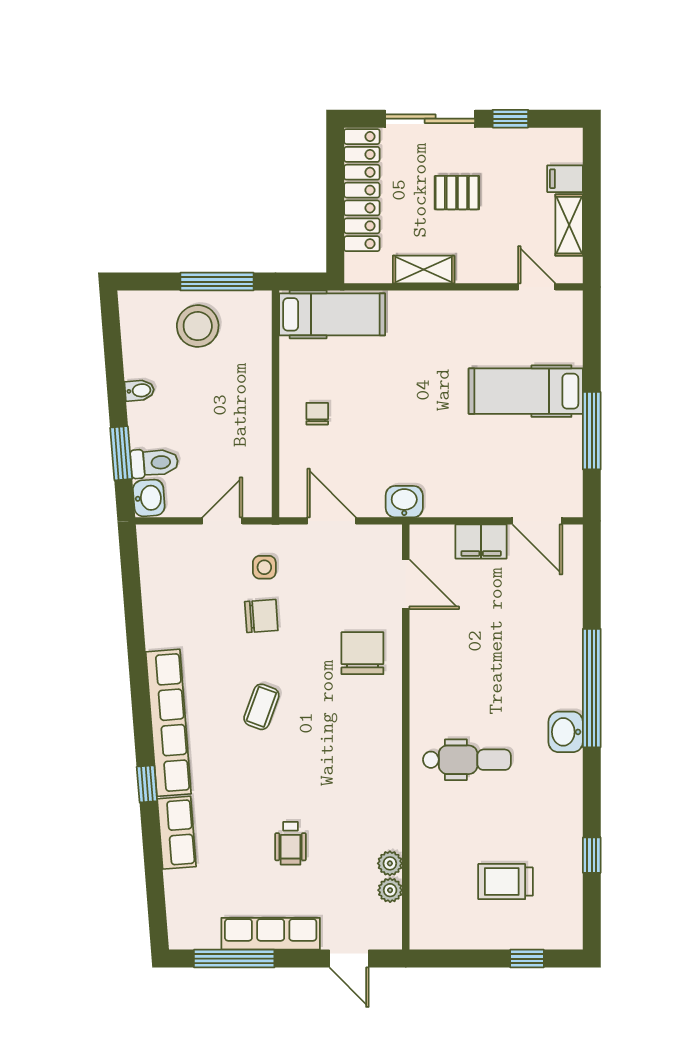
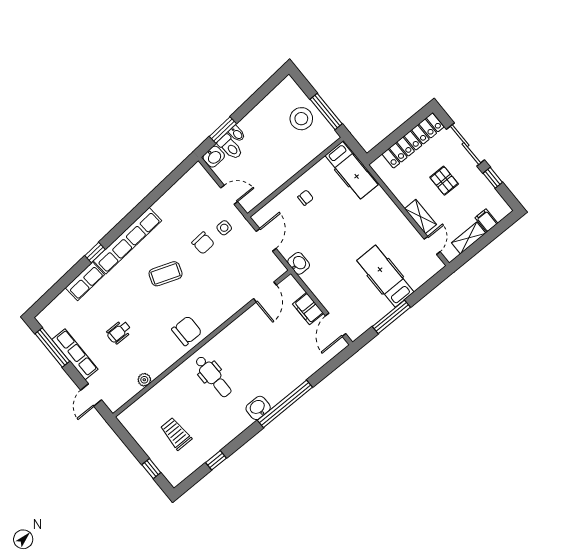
shelving: (424, 270) -> (420, 217), moved
bidet: (140, 390) -> (237, 134), moved
chair: (362, 653) -> (187, 331), moved
coffee table: (261, 707) -> (166, 274), width x1.36, depth x1.30
plant: (390, 890) -> (133, 389), removed

